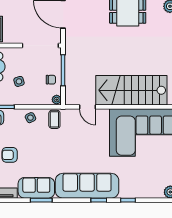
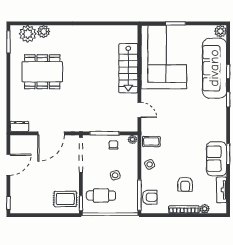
stairs: (131, 90) -> (128, 68), width x0.73, depth x0.66
door: (88, 107) -> (139, 110), hinge flipped
sofa: (87, 186) -> (214, 68), moved

